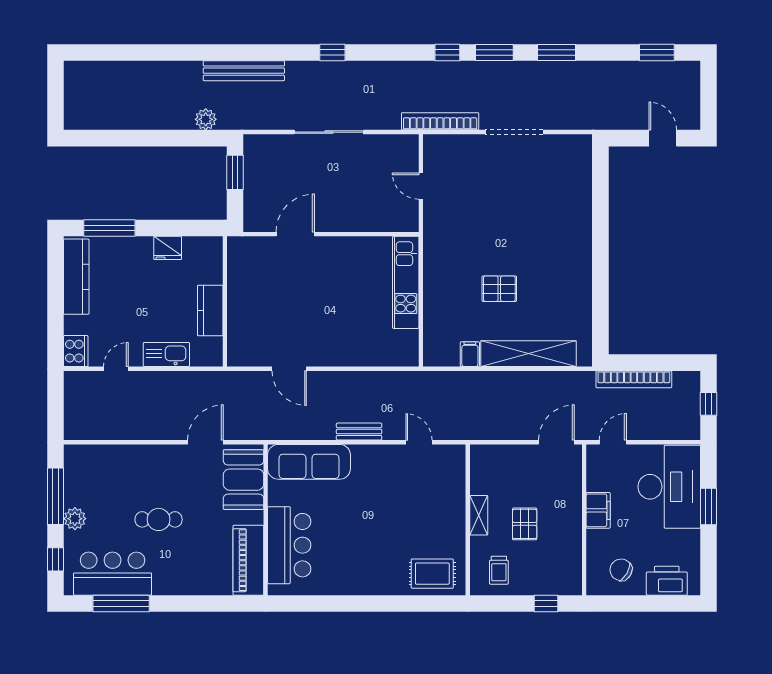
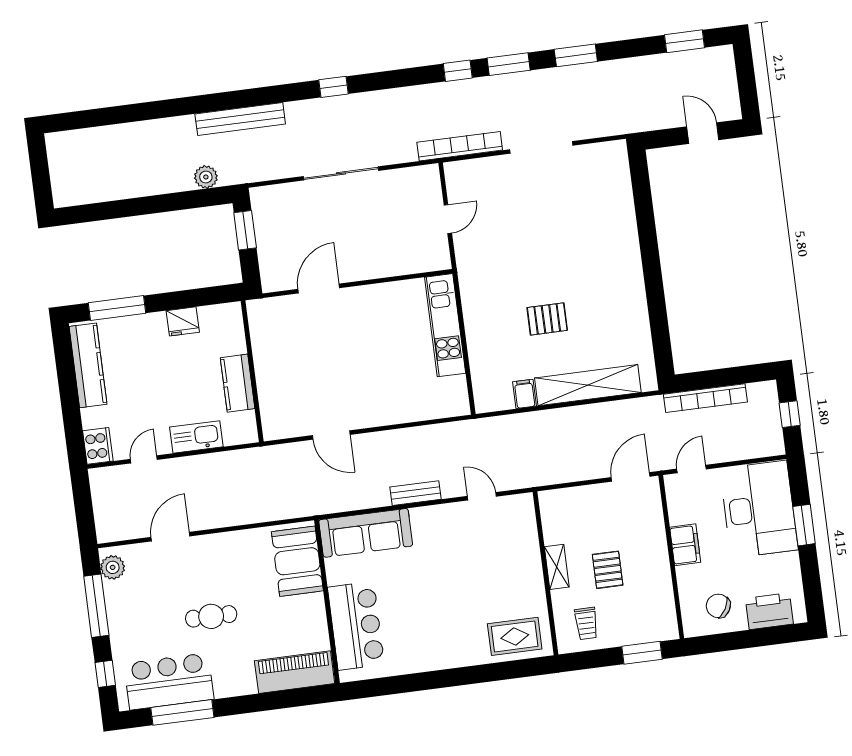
door: (421, 186) -> (448, 219), swing flipped
door: (205, 442) -> (170, 537), moved
plant: (75, 519) -> (113, 567), moved
piano: (248, 560) -> (295, 672), moved, turned 90
window: (546, 603) -> (642, 653), width x1.50

